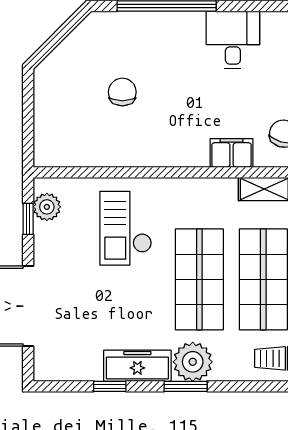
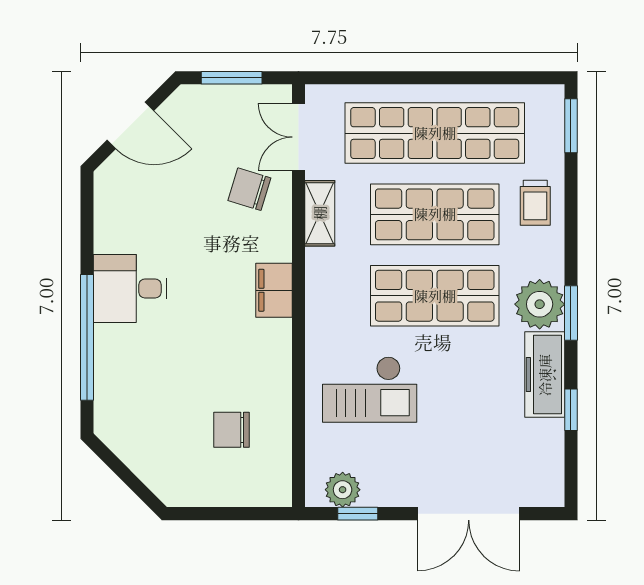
desk: (233, 40) -> (130, 288), moved
chair: (122, 92) -> (232, 430), moved
filing cabinet: (232, 153) -> (274, 290), moved

